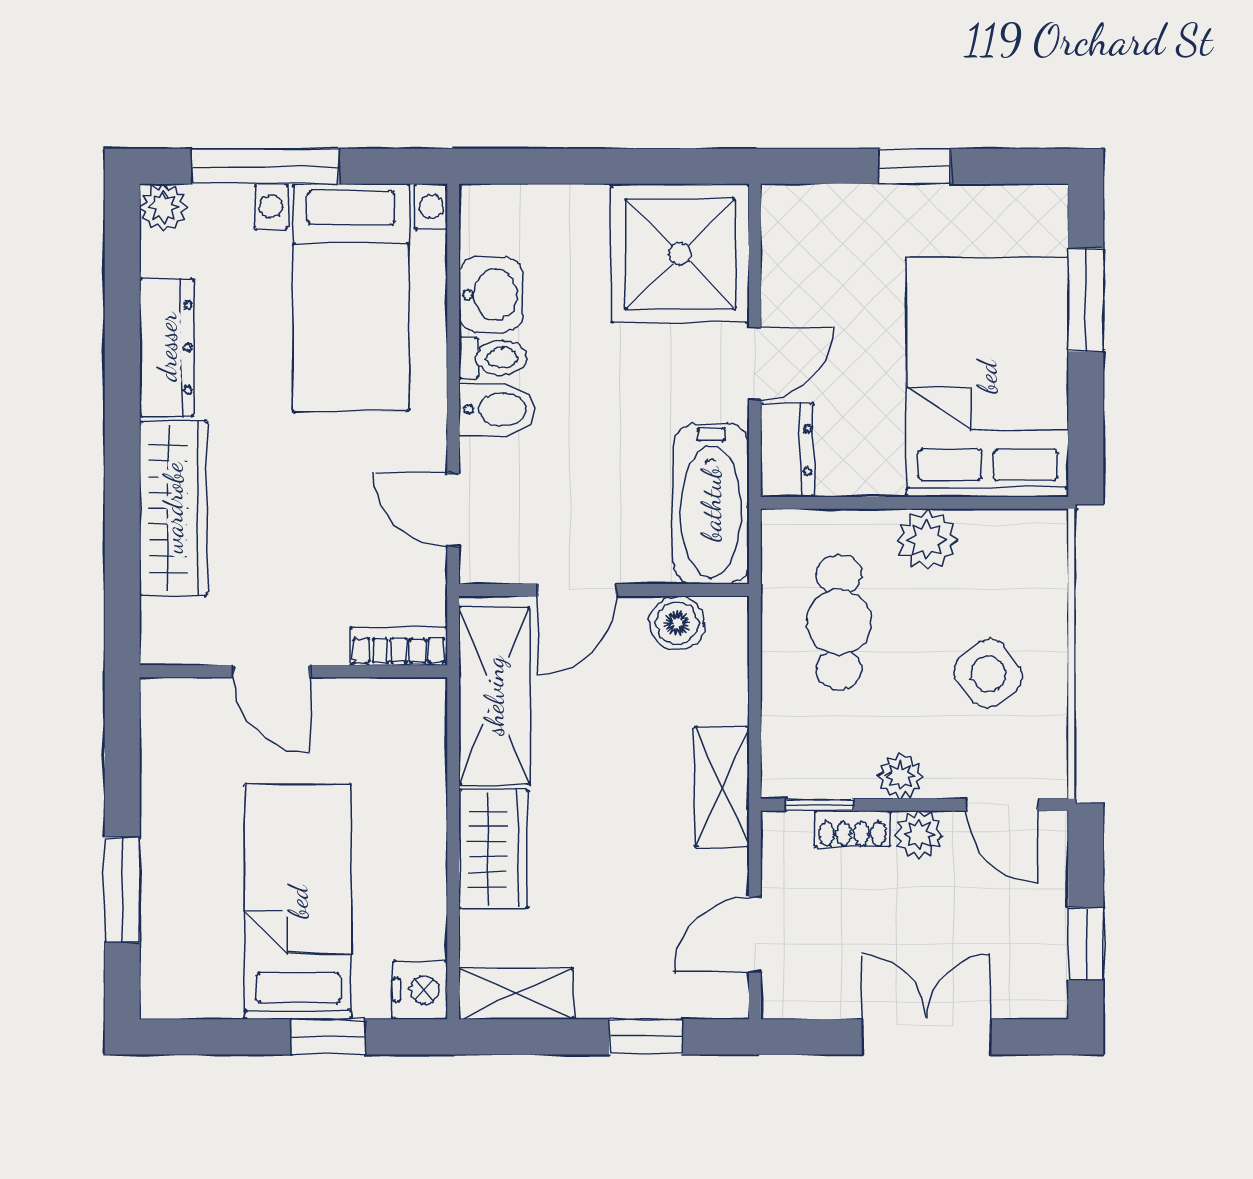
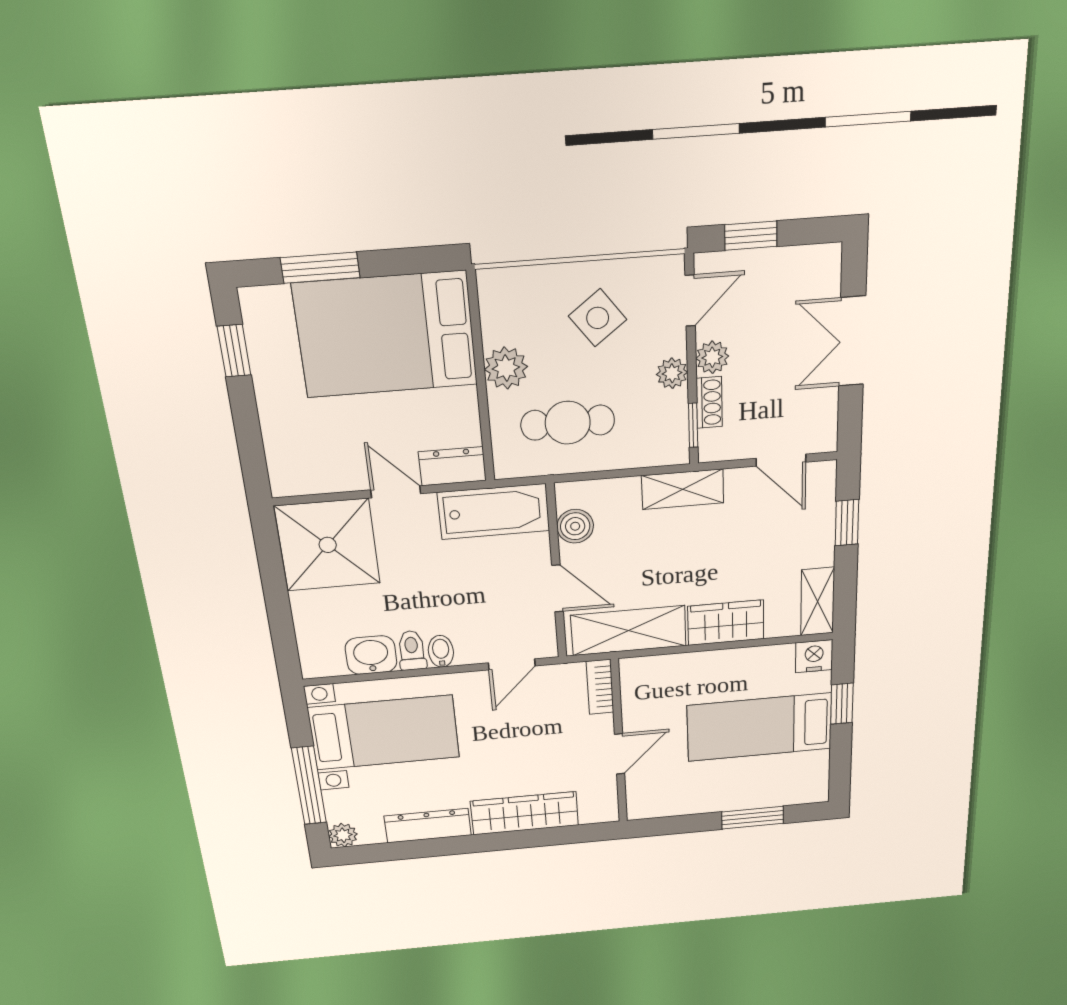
window: (915, 166) -> (234, 351), moved
bidet: (497, 409) -> (441, 651), width x0.72, depth x0.74
window: (1086, 944) -> (751, 236), moved

